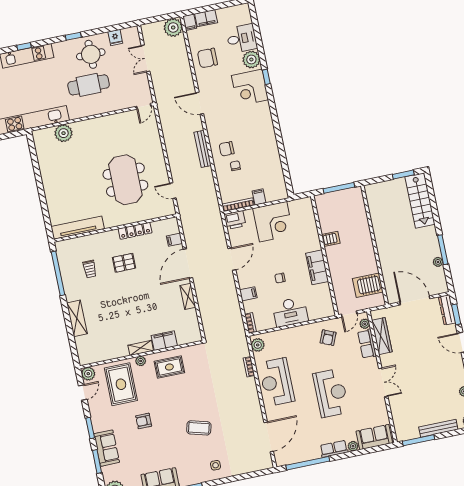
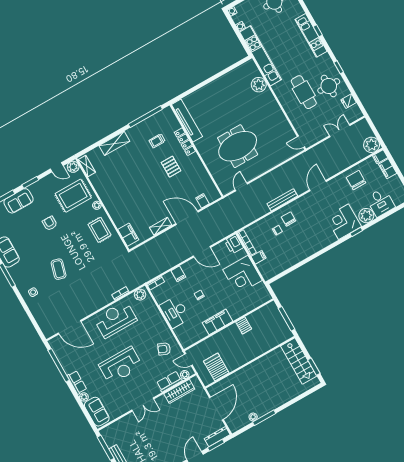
stairs: (420, 201) -> (299, 361), moved, turned -90
locker: (135, 231) -> (185, 142), moved
filing cabinet: (164, 341) -> (128, 235), moved
shelving: (141, 348) -> (87, 166), moved

